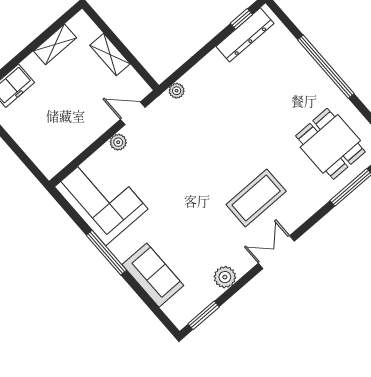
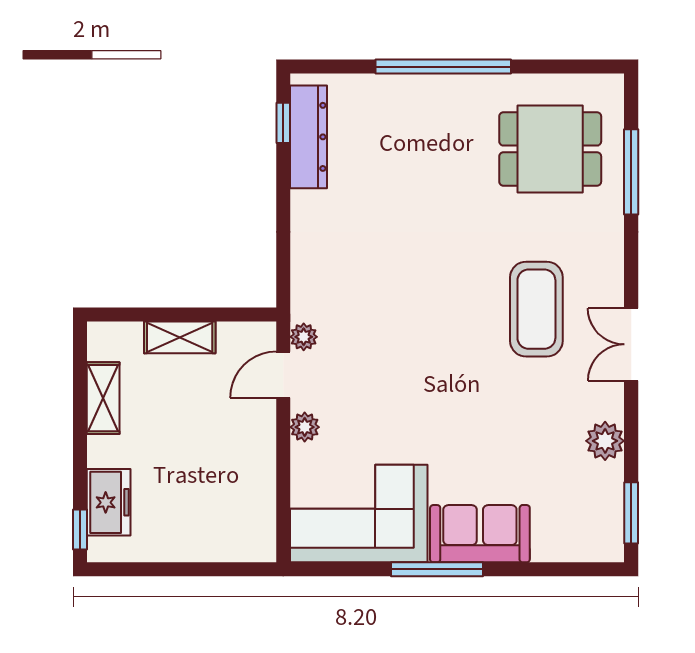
plant: (177, 91) -> (304, 337), moved
sofa: (153, 275) -> (480, 534), moved

